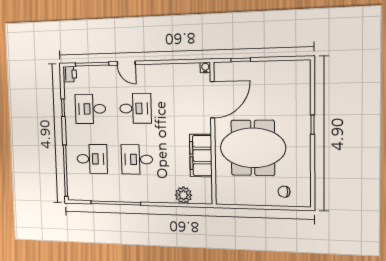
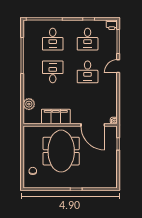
desk: (90, 109) -> (88, 39), turned 180

